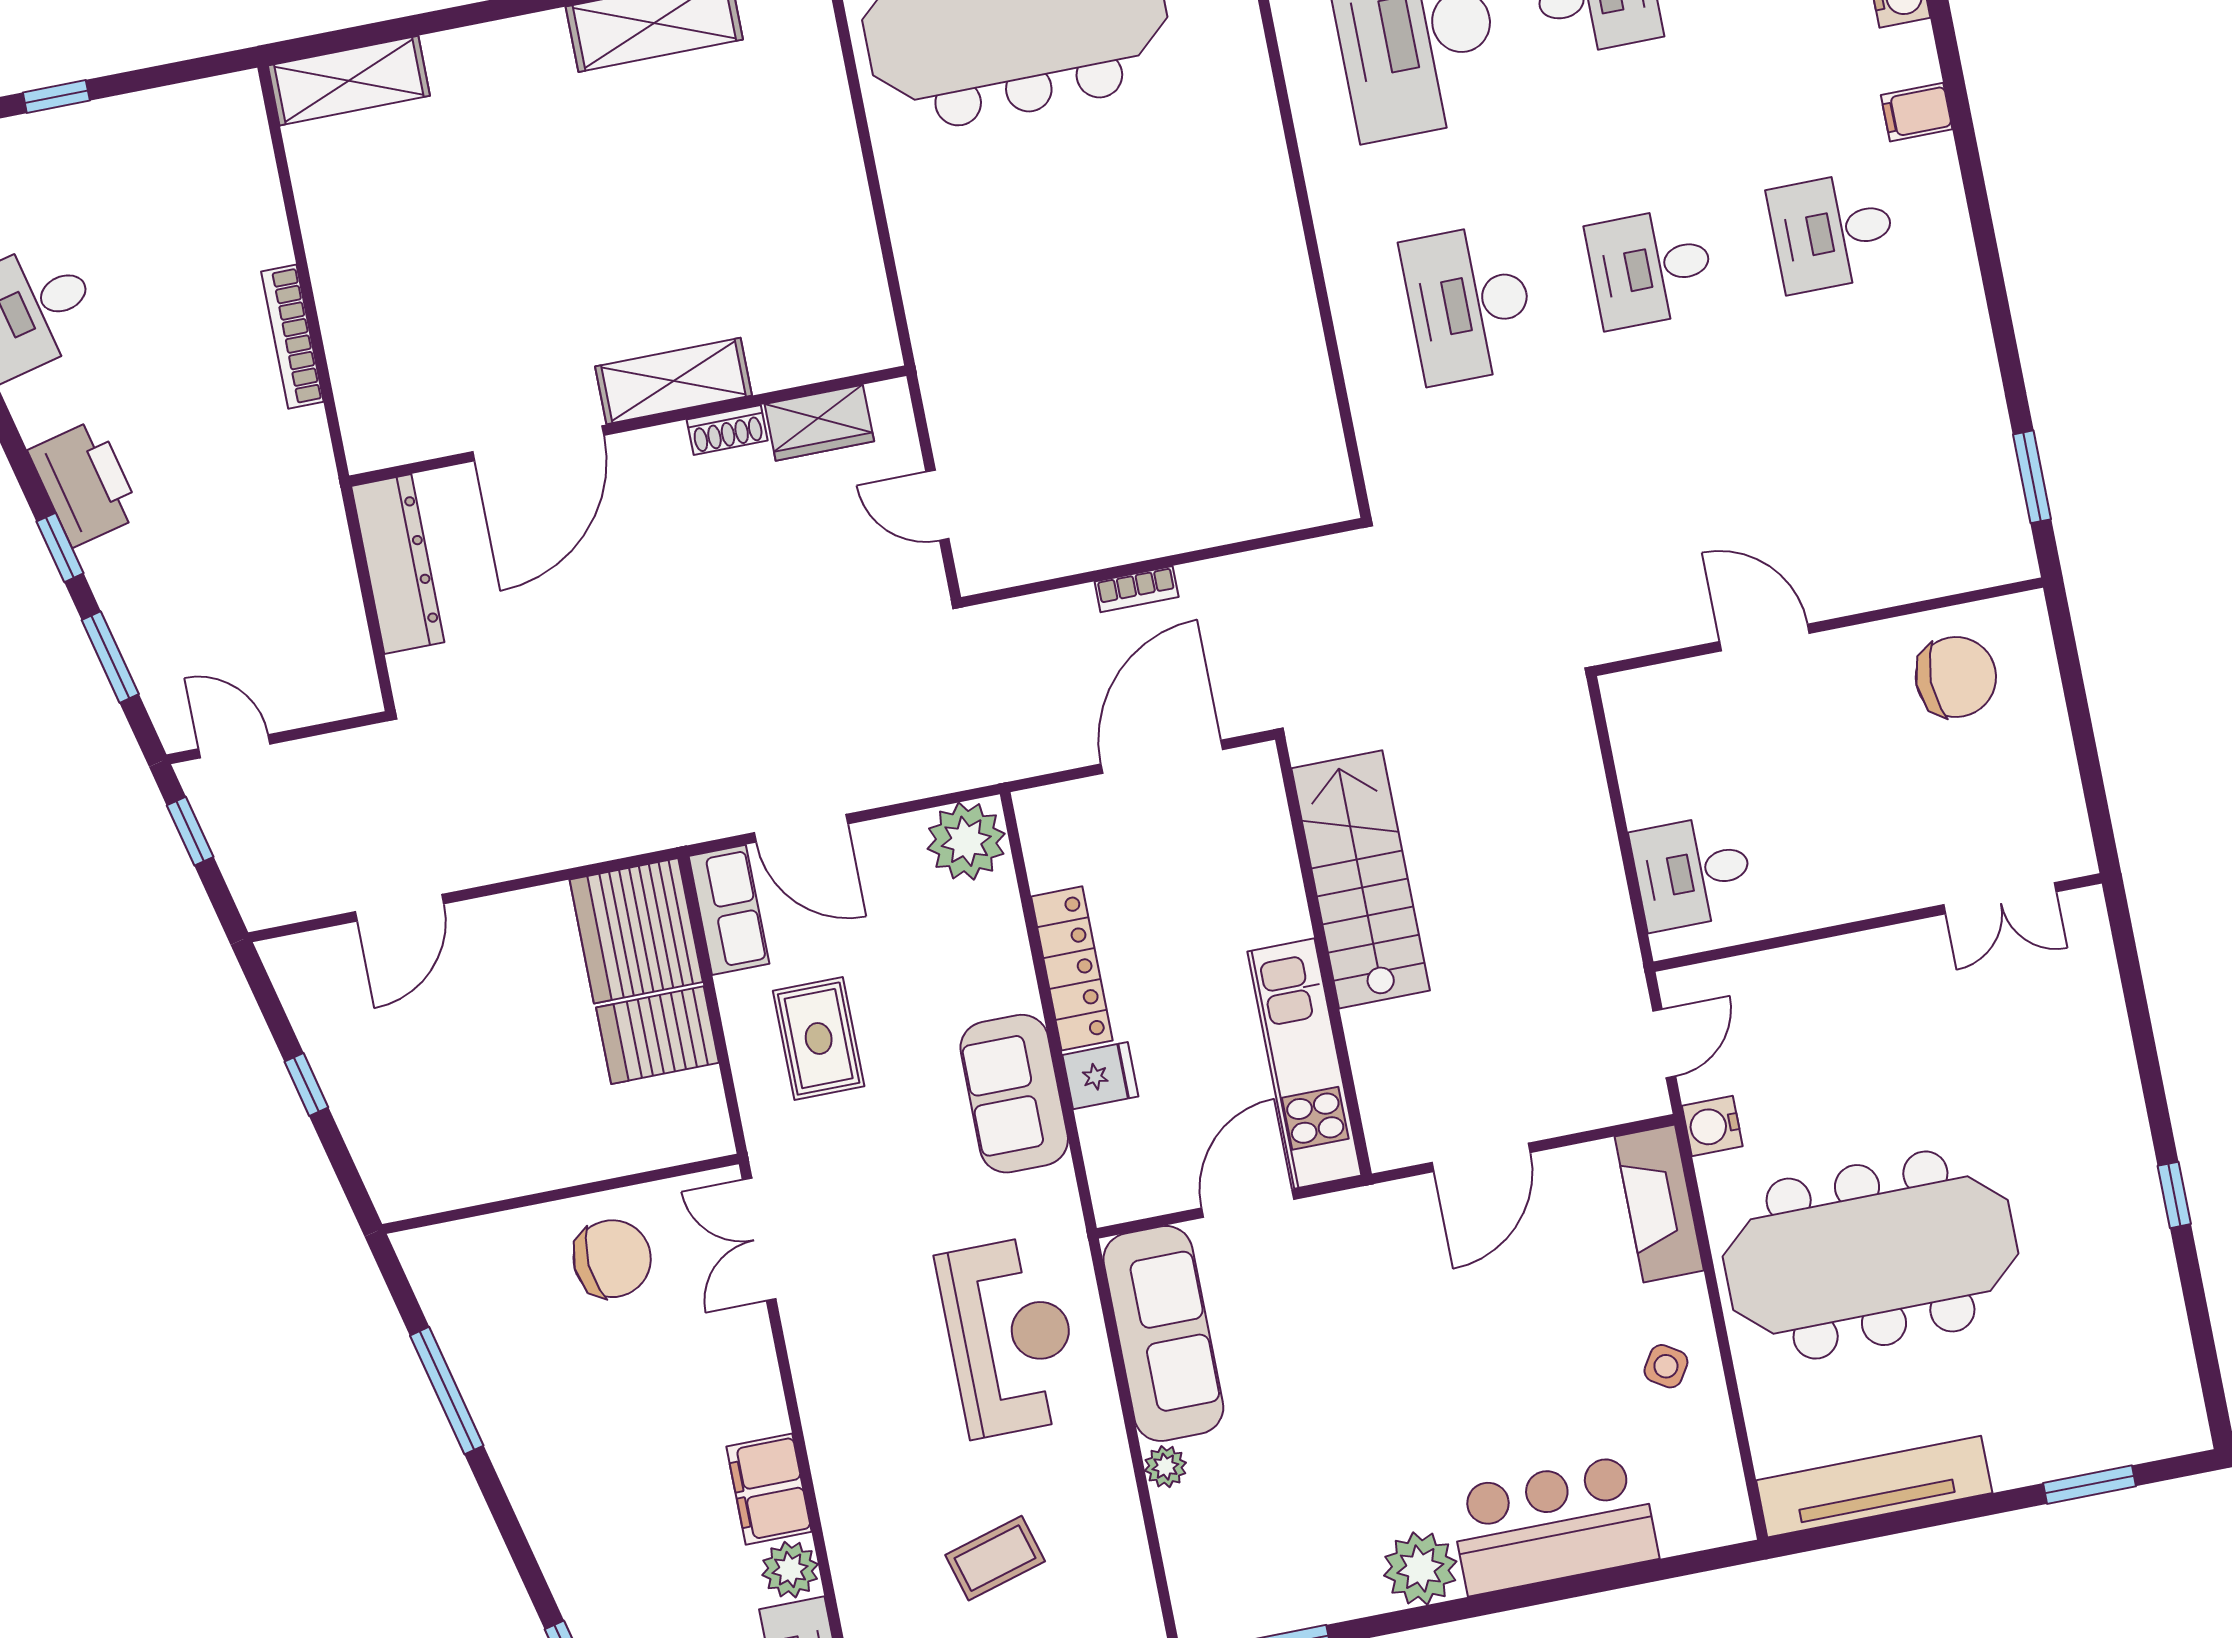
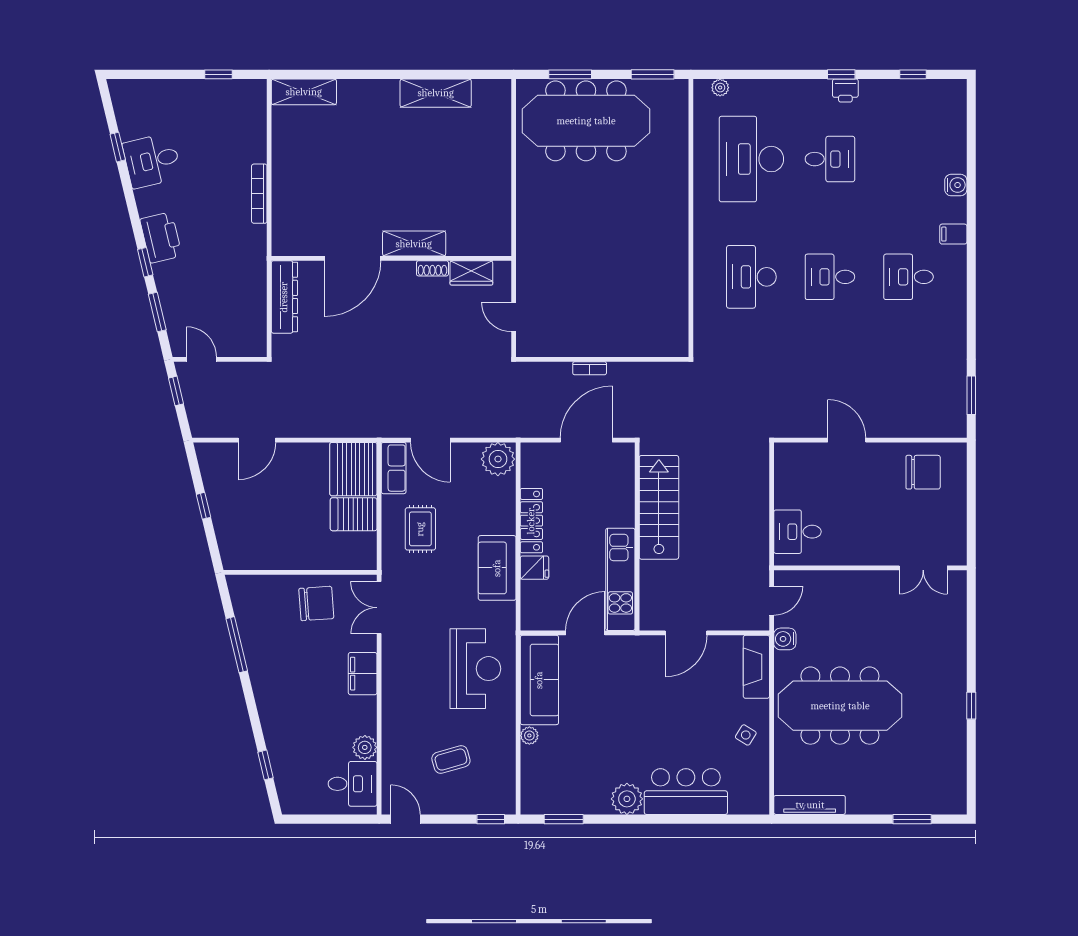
window: (56, 97) -> (219, 74), moved
tv unit: (1874, 1487) -> (810, 805), width x0.73, depth x0.78
filing cabinet: (769, 1489) -> (363, 674), moved

